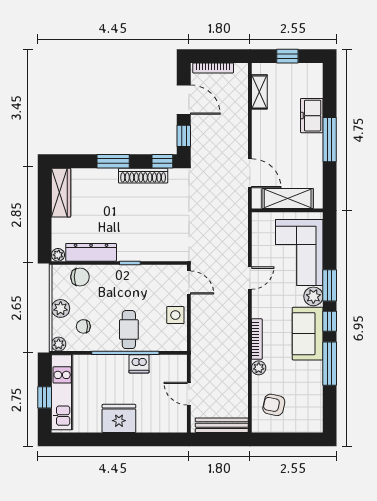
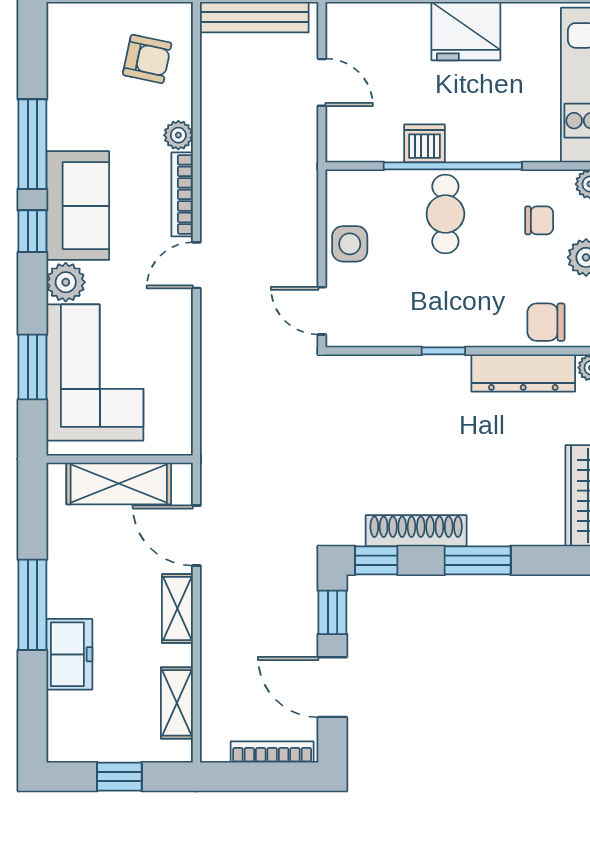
shelving: (259, 138) -> (177, 609), added
door: (250, 278) -> (196, 265), moved
window: (330, 285) -> (32, 367), moved

